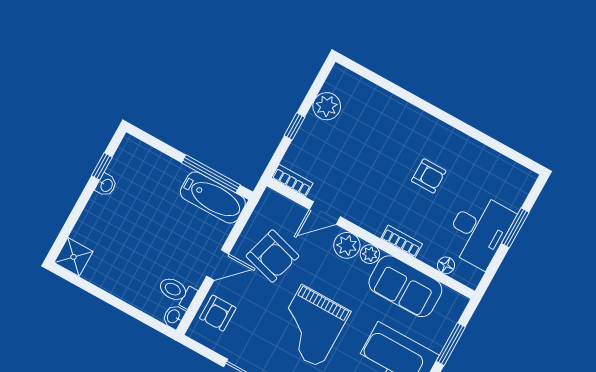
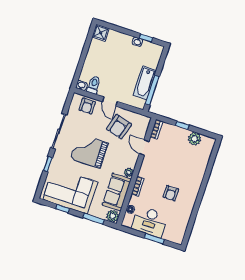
bathtub: (213, 198) -> (145, 83), moved
plant: (347, 245) -> (113, 216), moved
armchair: (218, 313) -> (87, 106), turned -90

